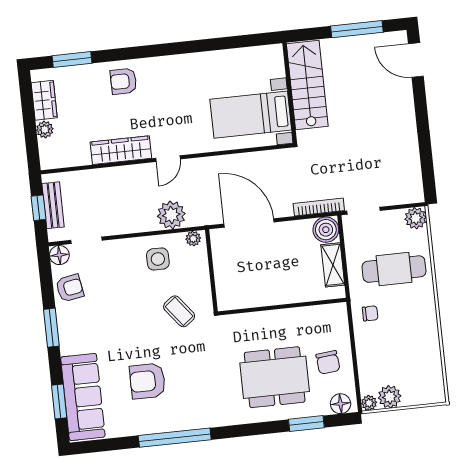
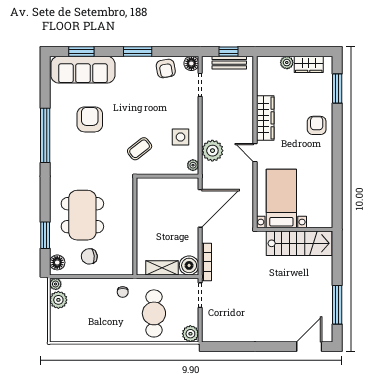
stairs: (307, 85) -> (299, 243), moved
wall: (290, 93) -> (295, 229), moved
bed with nightstands: (251, 115) -> (281, 198), moved

